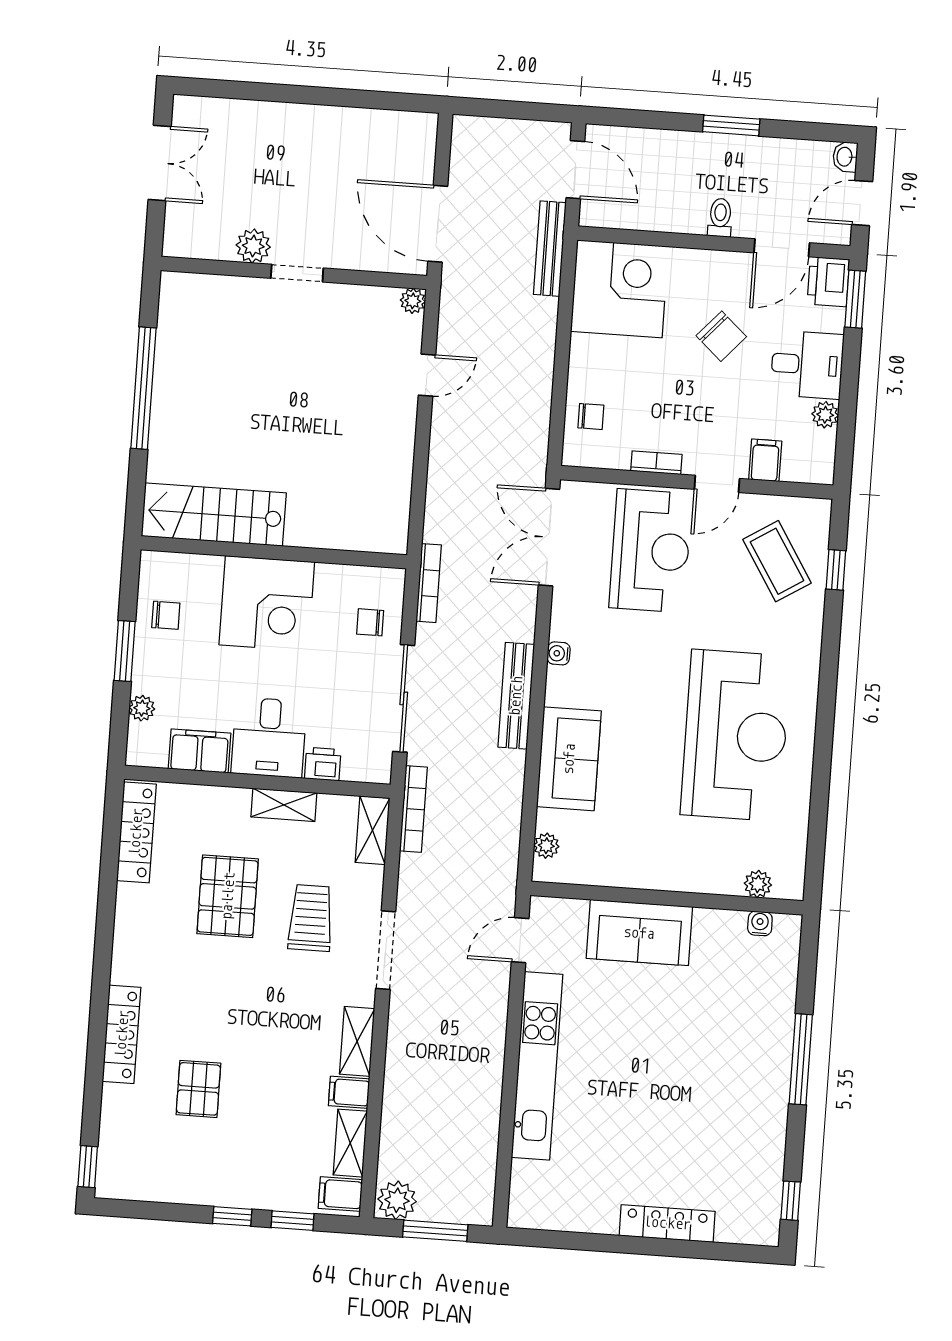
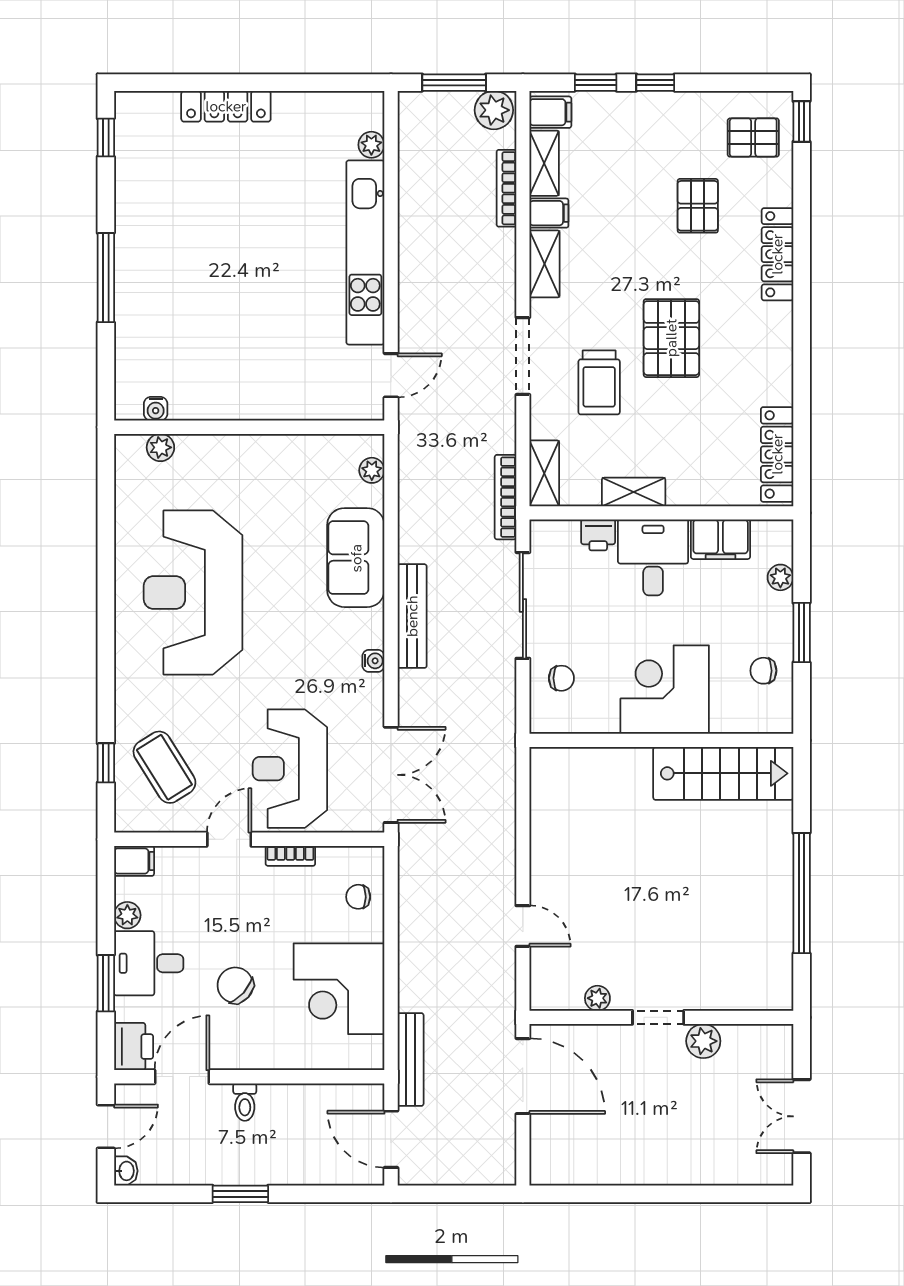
corner desk: (620, 289) -> (339, 989), moved
window: (855, 299) -> (106, 983), moved
plant: (413, 301) -> (597, 998), moved
door: (427, 375) -> (523, 926), swing flipped
filing cabinet: (765, 460) -> (134, 861), moved, turned -90
bookcase: (429, 583) -> (506, 188), moved
pallet: (228, 896) -> (671, 338), moved
sofa: (639, 933) -> (274, 391), removed
pallet: (138, 1154) -> (753, 138), added
plant: (523, 1174) -> (371, 145), added

